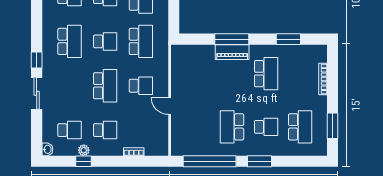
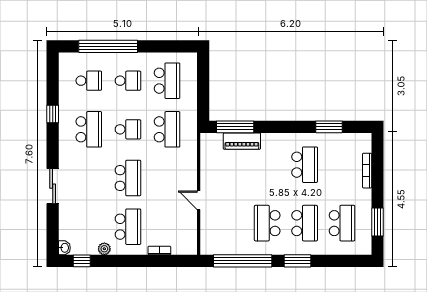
window: (232, 39) -> (235, 127), moved
piano: (232, 52) -> (242, 141), moved
window: (37, 60) -> (53, 114), moved
school desk: (141, 86) -> (167, 178), removed
school desk: (266, 127) -> (305, 223), width x1.85
school desk: (70, 130) -> (89, 227), removed
school desk: (105, 130) -> (128, 227), width x1.85
window: (84, 161) -> (82, 261), moved

